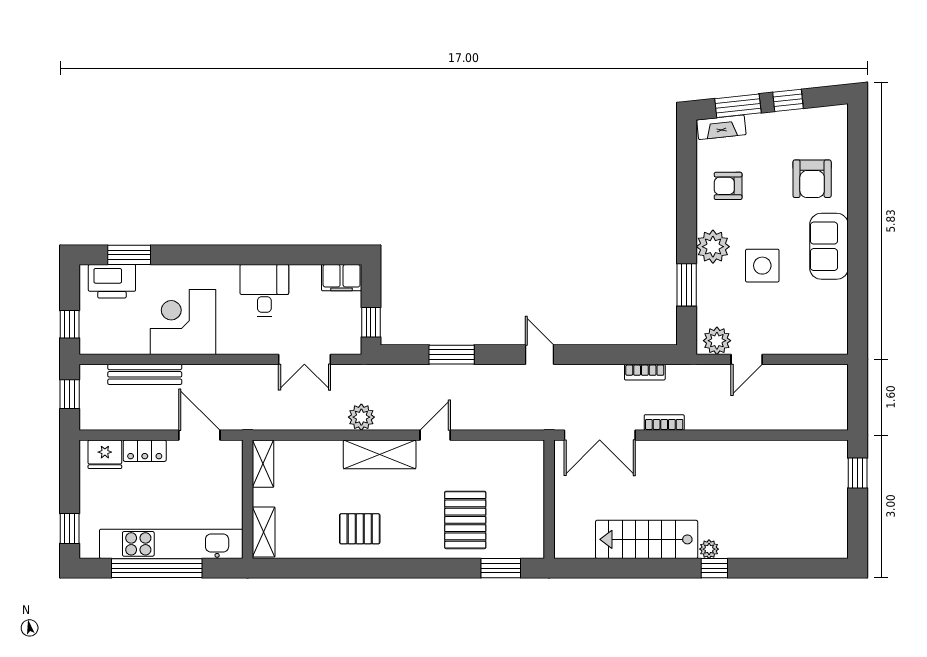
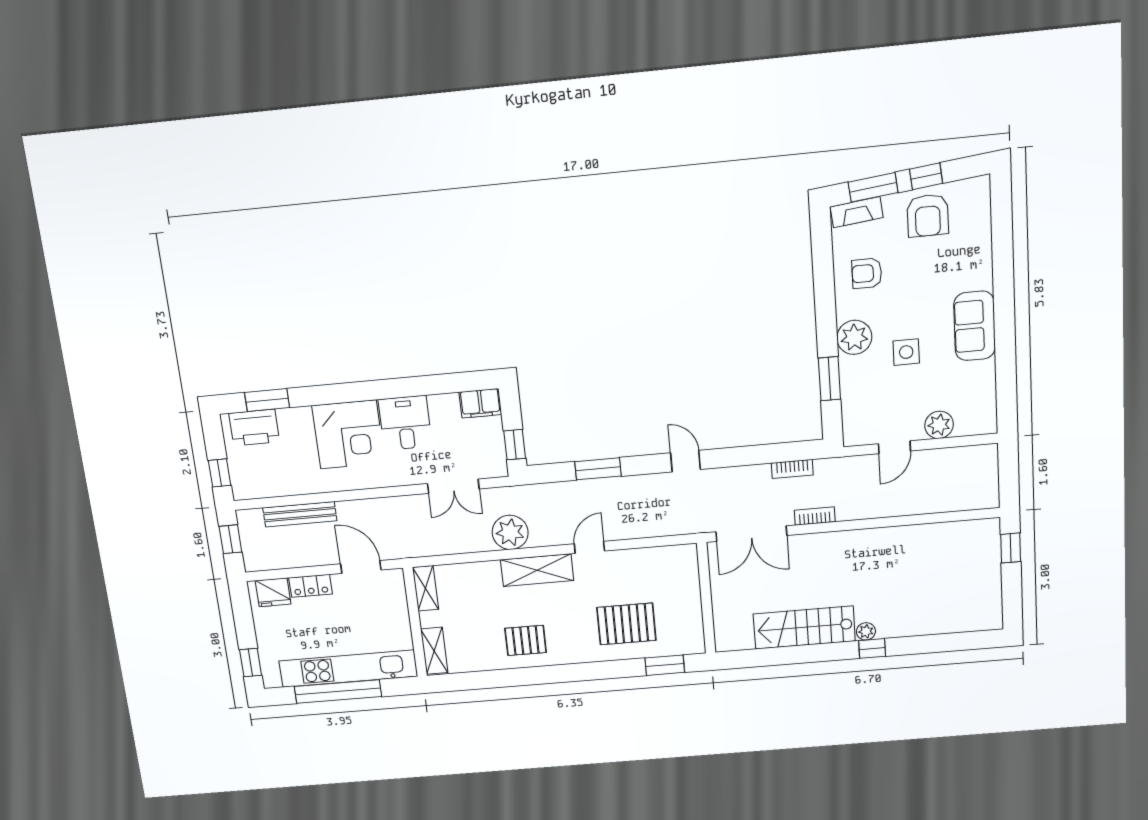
armchair: (812, 179) -> (928, 215), moved
side table: (762, 266) -> (906, 352), width x0.73, depth x0.73
corner desk: (183, 322) -> (348, 434), moved, turned 180
plant: (717, 341) -> (939, 425), moved
plant: (361, 417) -> (510, 532), width x1.36, depth x1.36
pallet: (465, 520) -> (626, 624), turned 90

